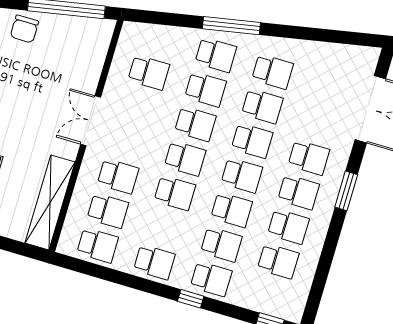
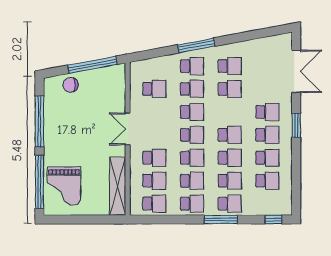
chair: (24, 29) -> (71, 85), turned 90
school desk: (252, 141) -> (192, 181), moved
window: (191, 299) -> (221, 219), width x2.17

